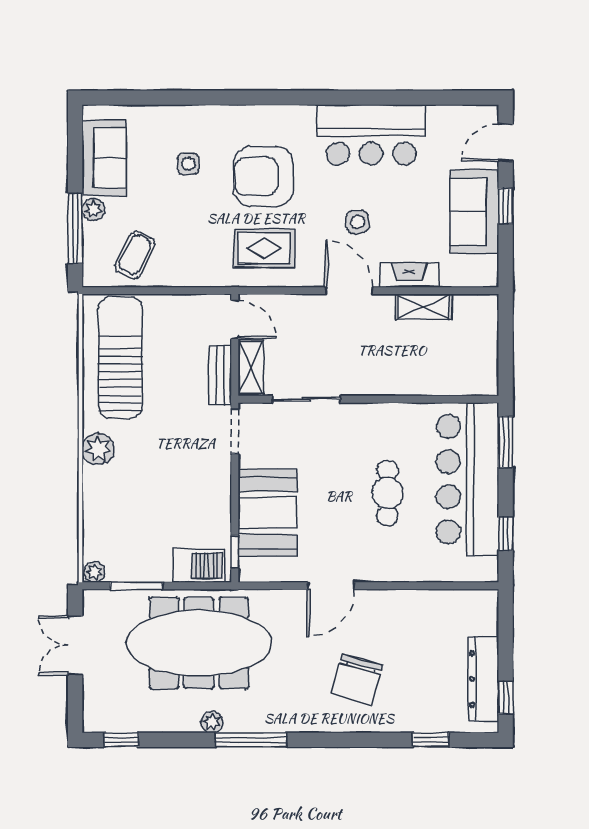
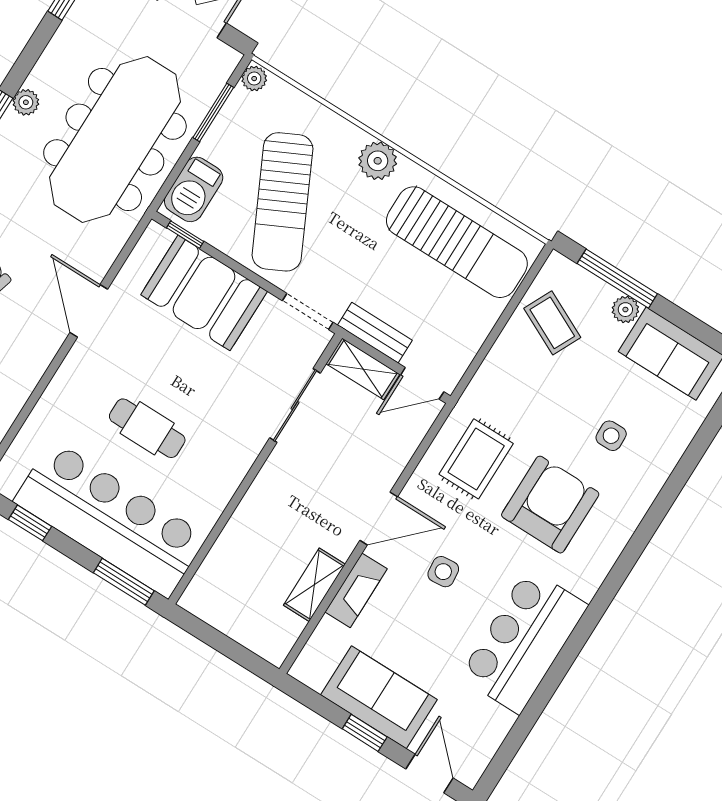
sun lounger: (169, 498) -> (282, 202), added

